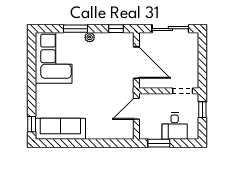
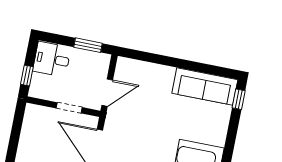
doorway: (183, 91) -> (69, 108), moved
desk: (175, 126) -> (52, 59), moved, turned -90

